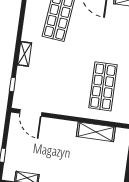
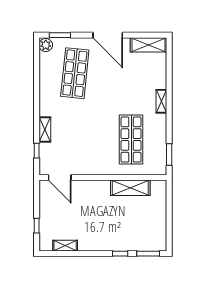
shelving: (25, 54) -> (45, 130), moved

